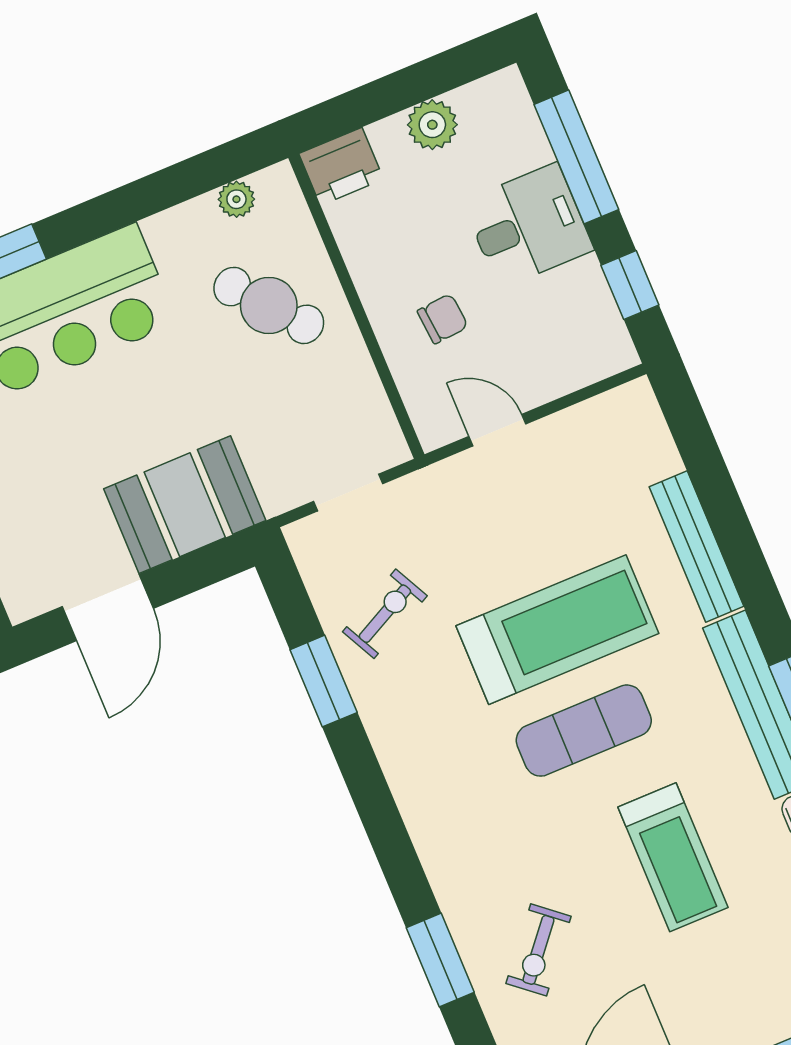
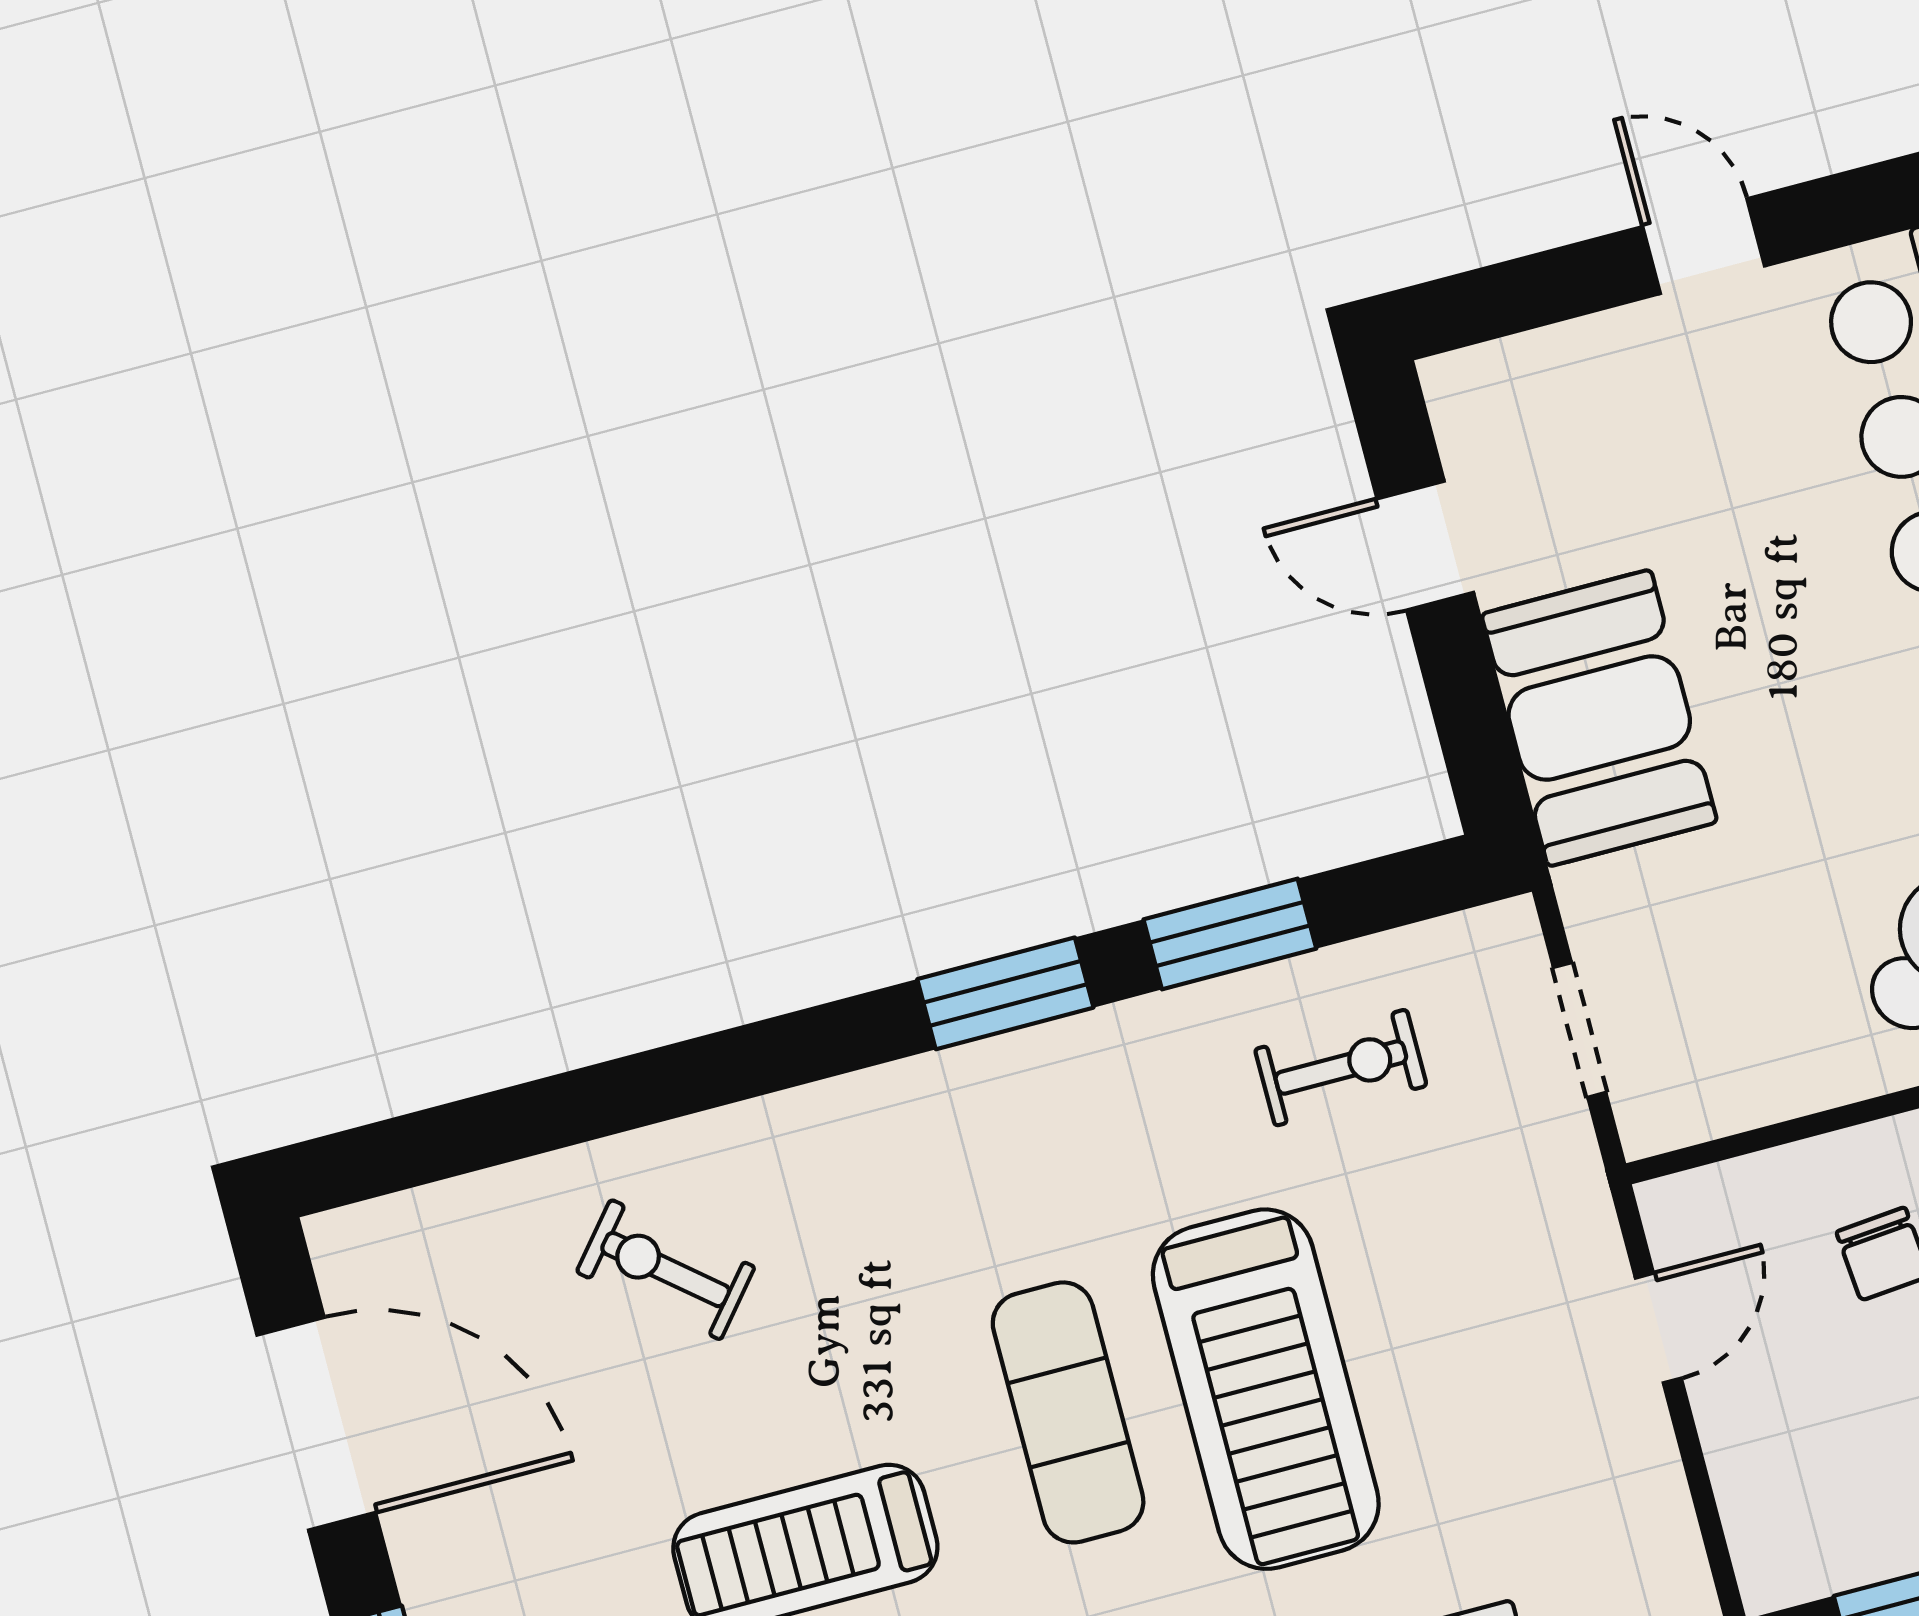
door: (108, 607) -> (1425, 546), width x0.73
exercise bike: (385, 614) -> (1341, 1068), turned -63
window: (440, 960) -> (1005, 993), moved

